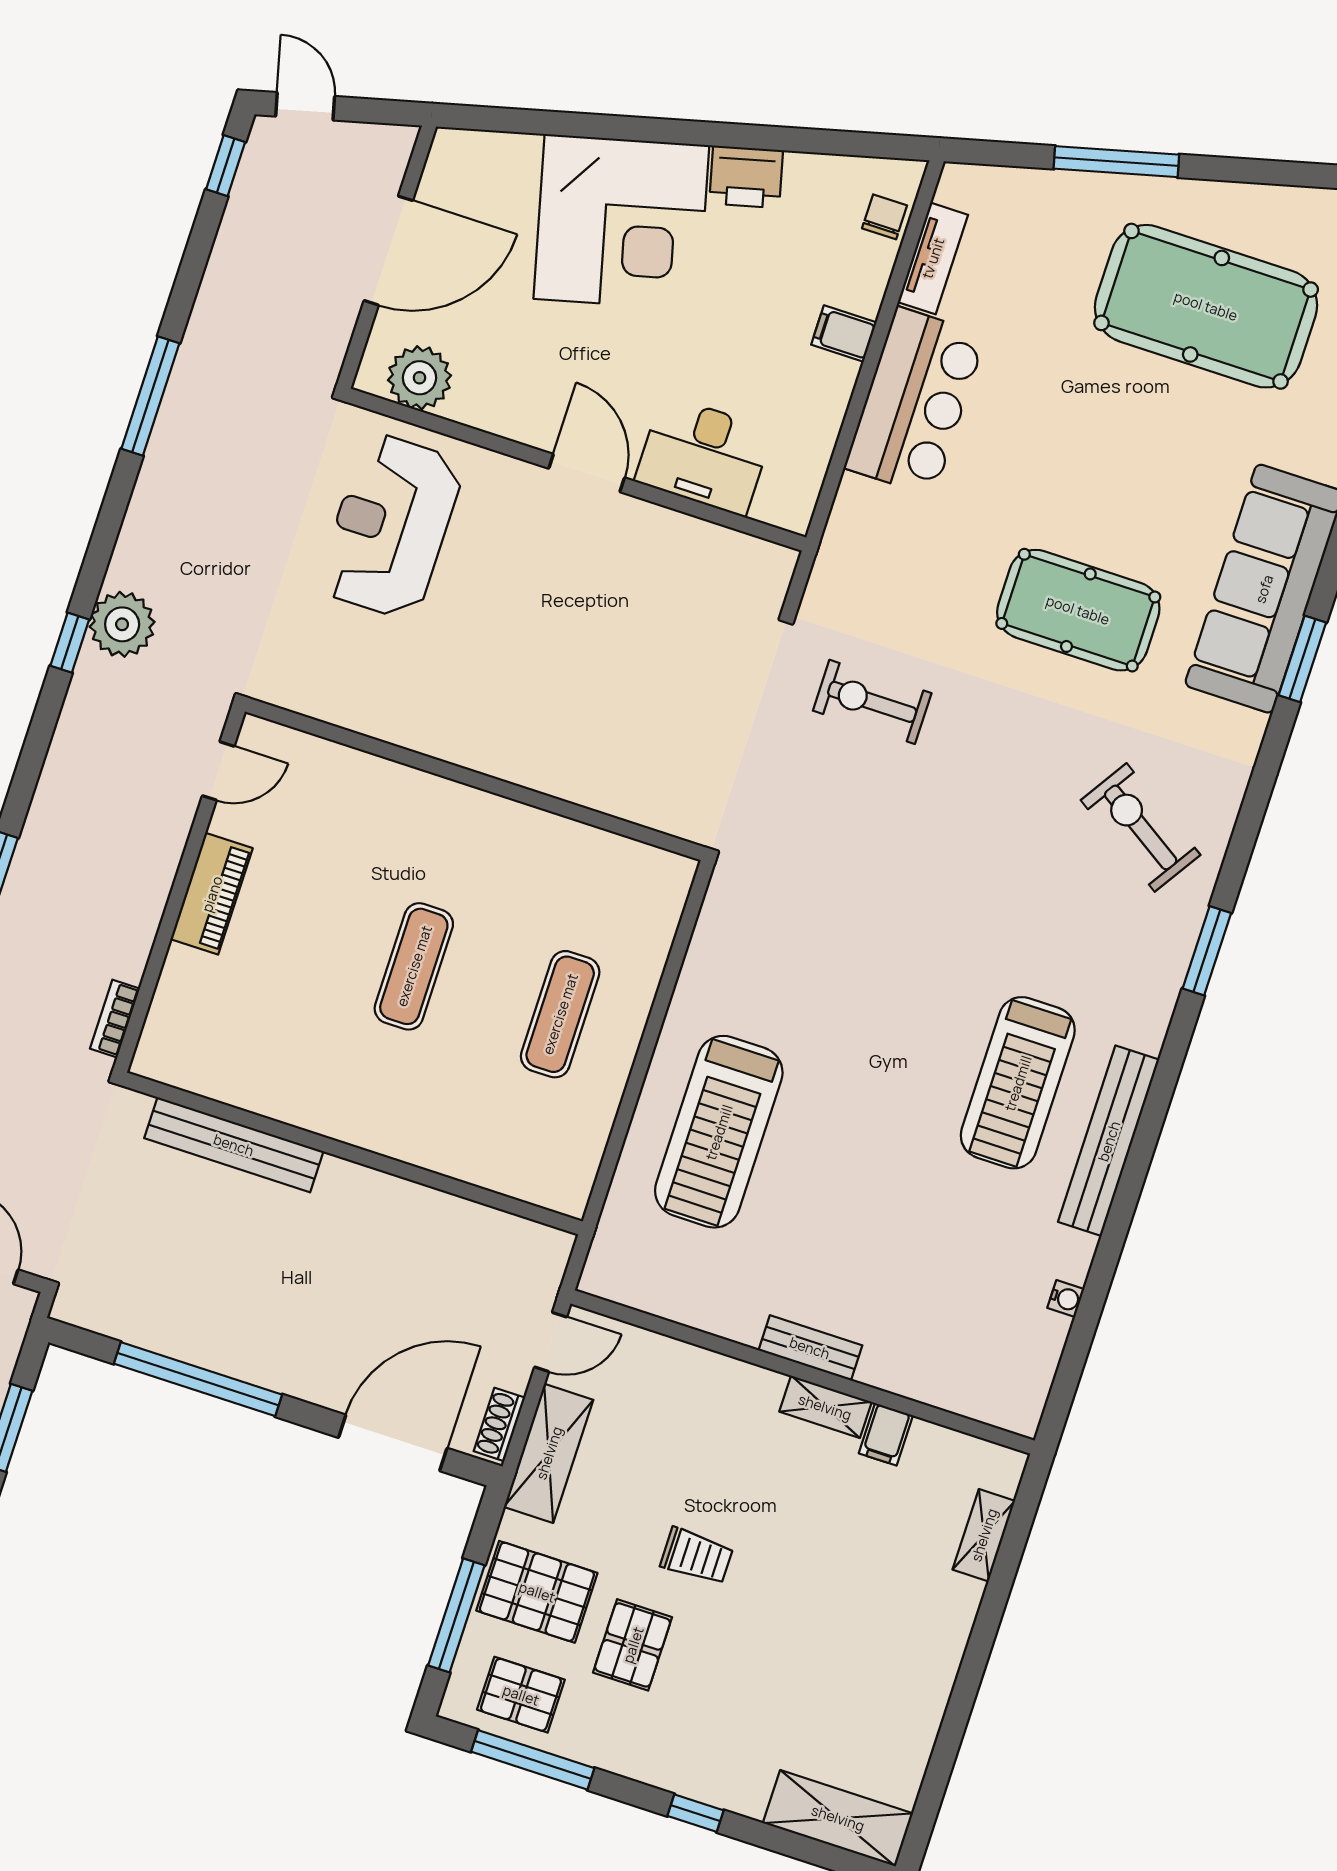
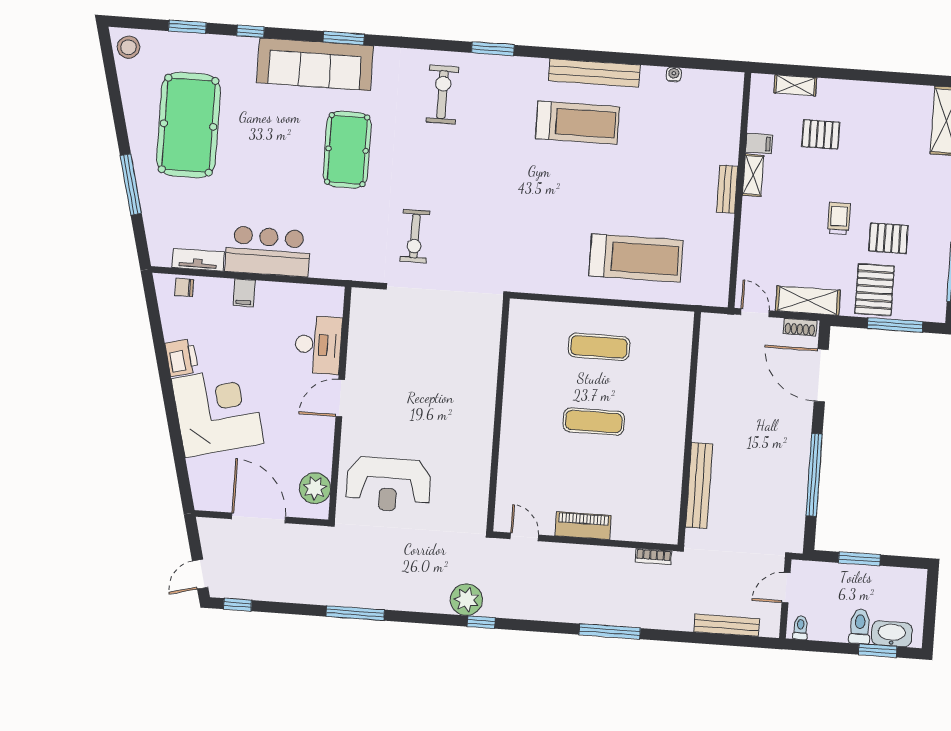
exercise bike: (1141, 827) -> (442, 95), turned 147
pallet: (521, 1695) -> (821, 134), moved, turned 90

